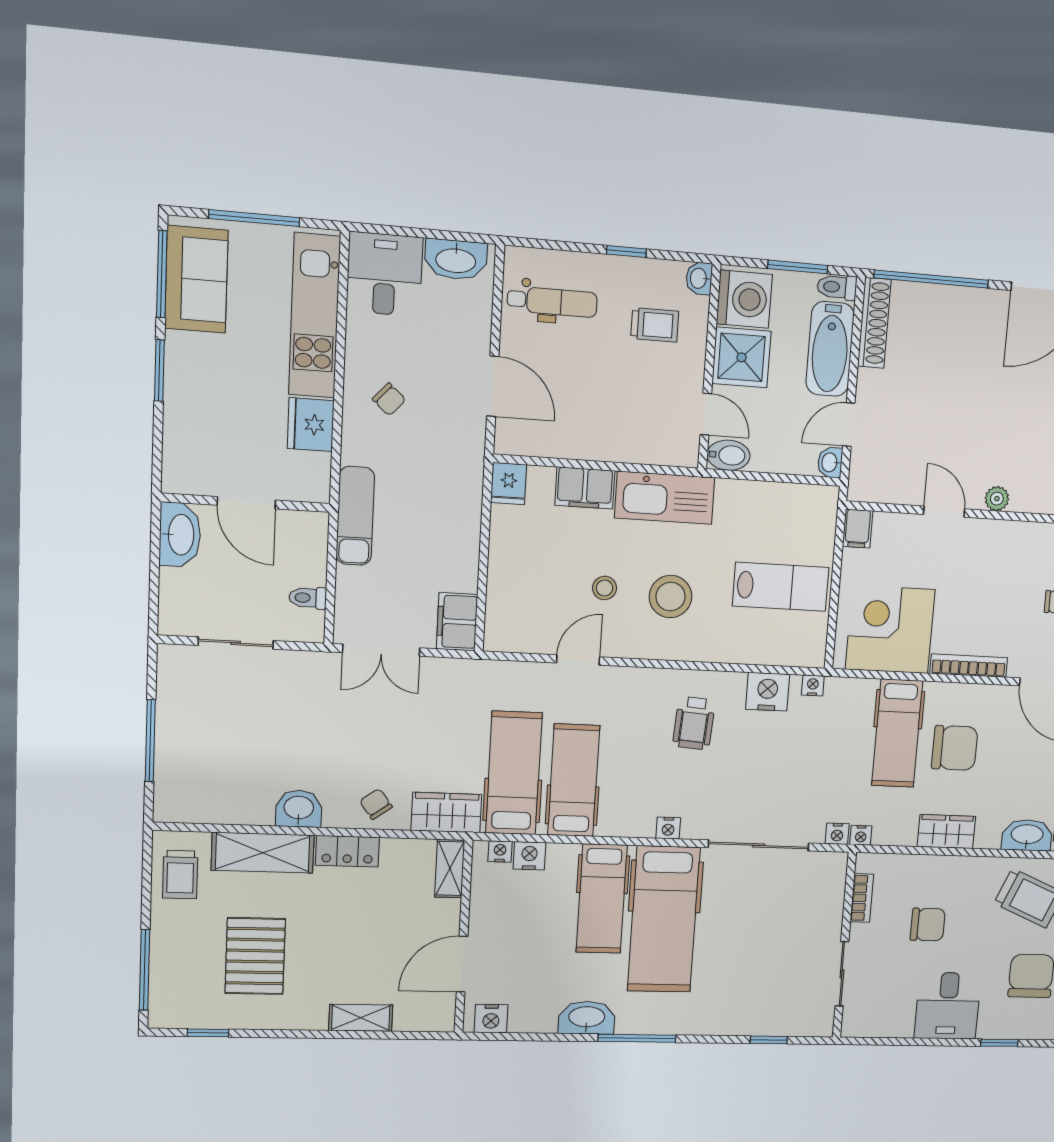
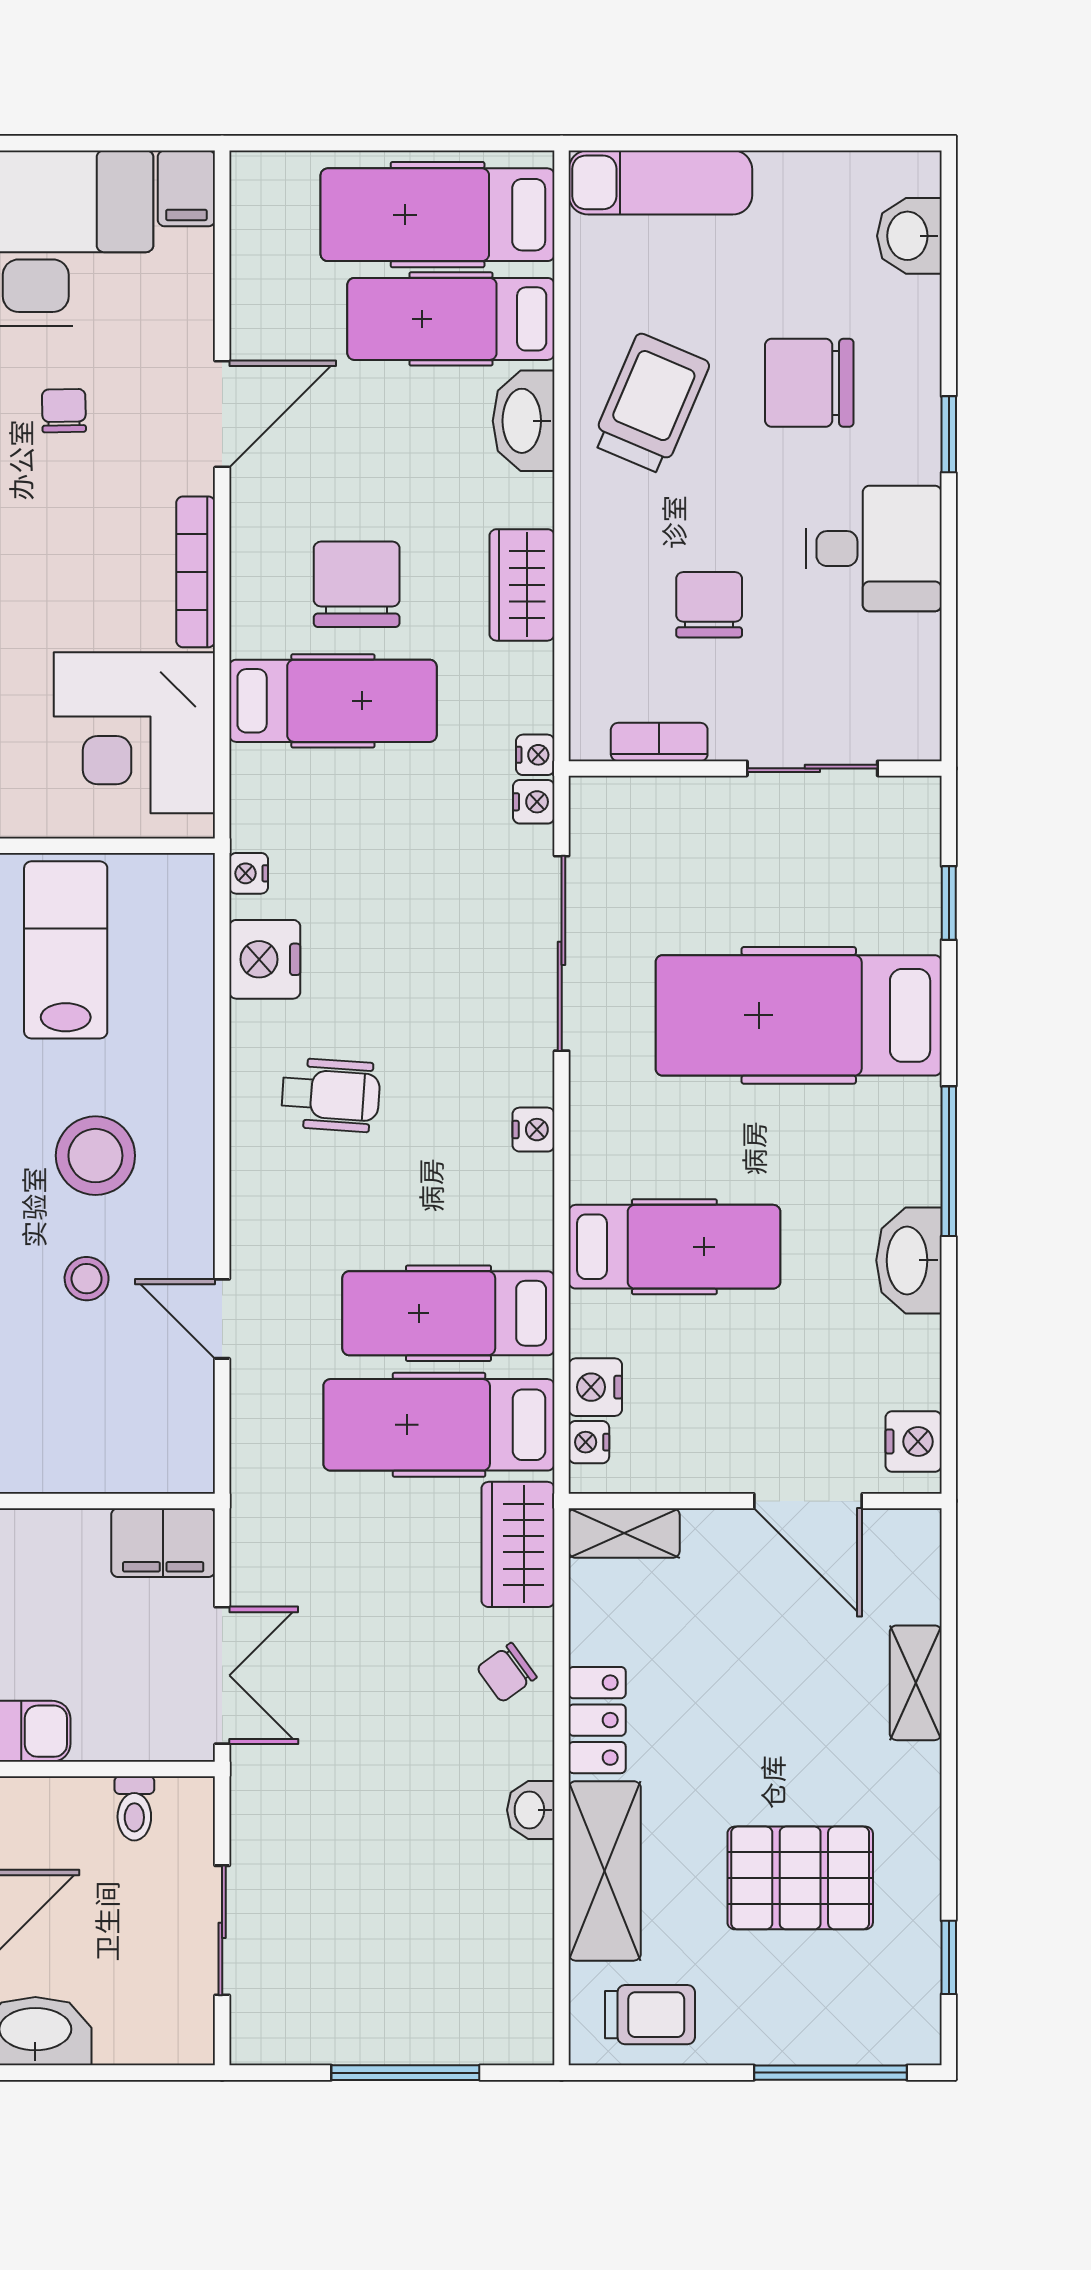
washbasin: (299, 809) -> (531, 1810), width x0.72, depth x0.69
hospital bed: (664, 919) -> (799, 1015), moved, turned 180

